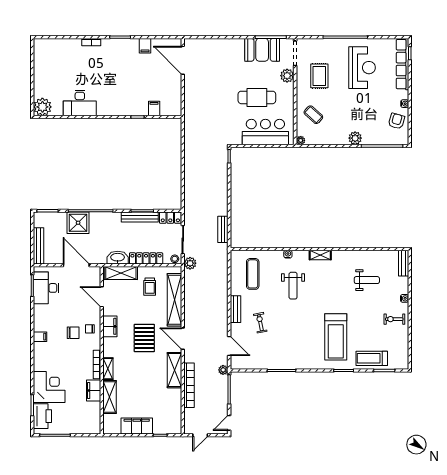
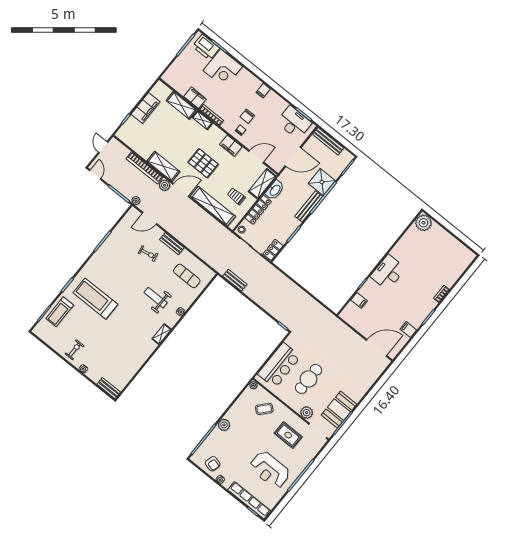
desk: (80, 103) -> (388, 272), moved
bench: (140, 217) -> (309, 206), moved
plant: (190, 263) -> (165, 185), moved
weight bench: (367, 280) -> (118, 353), removed
treadmill: (372, 358) -> (60, 312), turned 180

